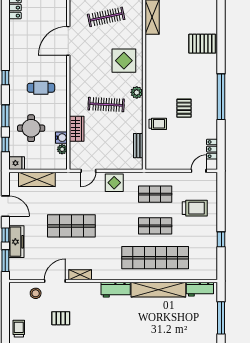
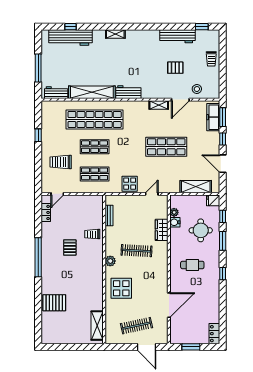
freezer: (16, 242) -> (213, 117), moved

